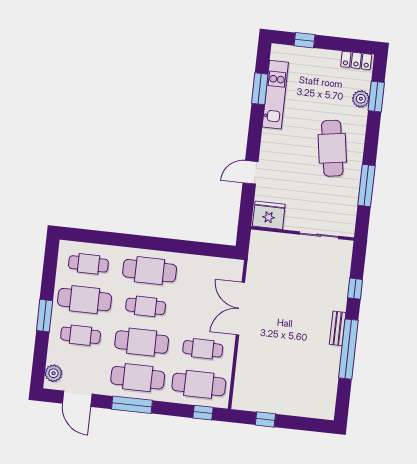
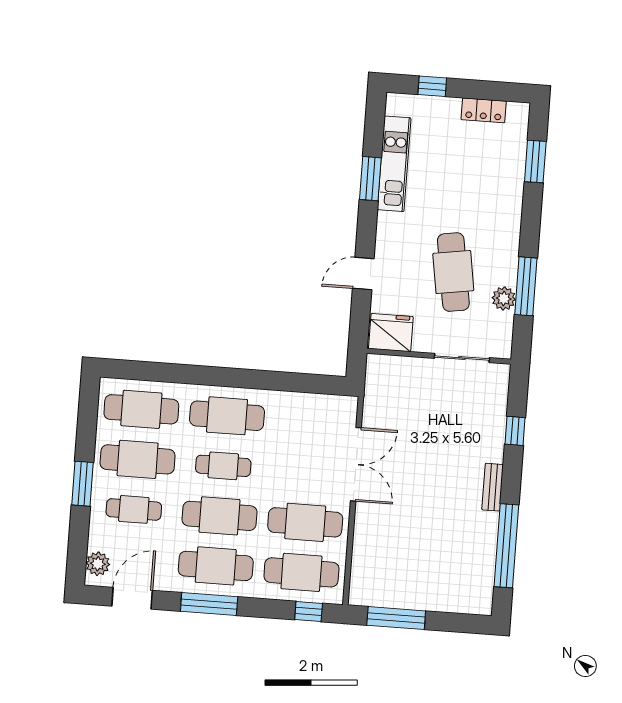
locker: (356, 60) -> (484, 110), moved
window: (260, 89) -> (370, 179), moved
plant: (361, 99) -> (504, 299), moved
cafe table: (332, 148) -> (453, 272), moved
cafe table: (88, 264) -> (141, 409), width x1.37, depth x1.35
double door: (240, 309) -> (356, 464), swing flipped
cafe table: (203, 349) -> (305, 522), width x1.37, depth x1.35
window: (348, 349) -> (506, 546), moved
door: (77, 399) -> (132, 598), swing flipped
window: (265, 419) -> (396, 618), width x2.17

